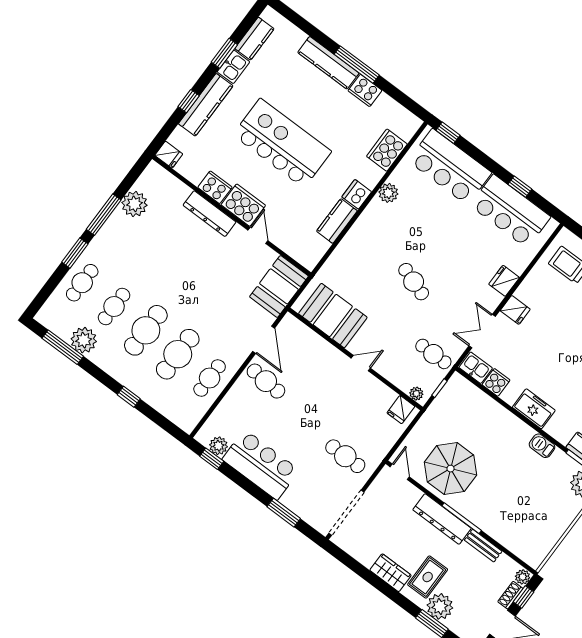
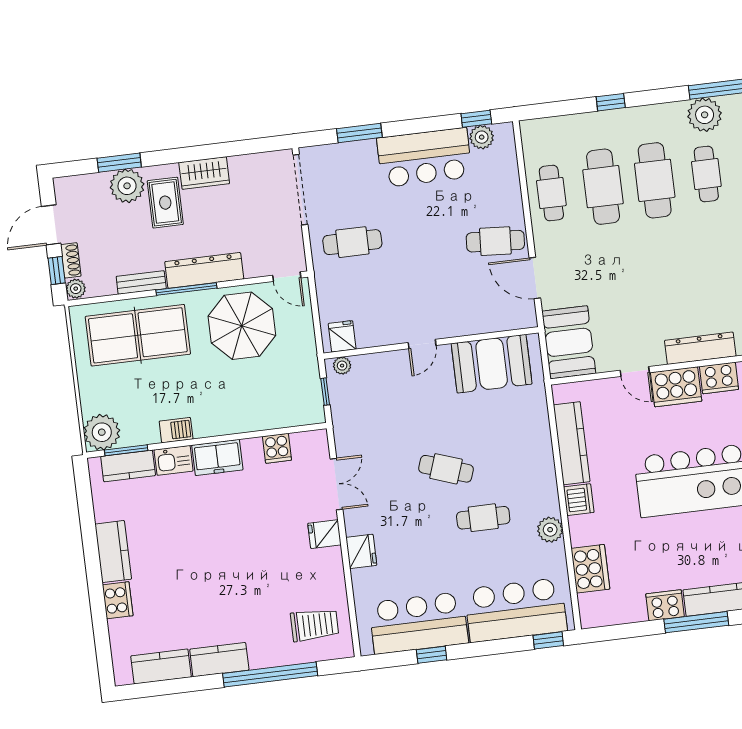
kitchen counter: (337, 221) -> (572, 443), width x1.50
cafe table: (433, 354) -> (483, 518), moved
kitchen sink: (476, 368) -> (174, 460), moved
table tennis table: (513, 518) -> (138, 335), added

